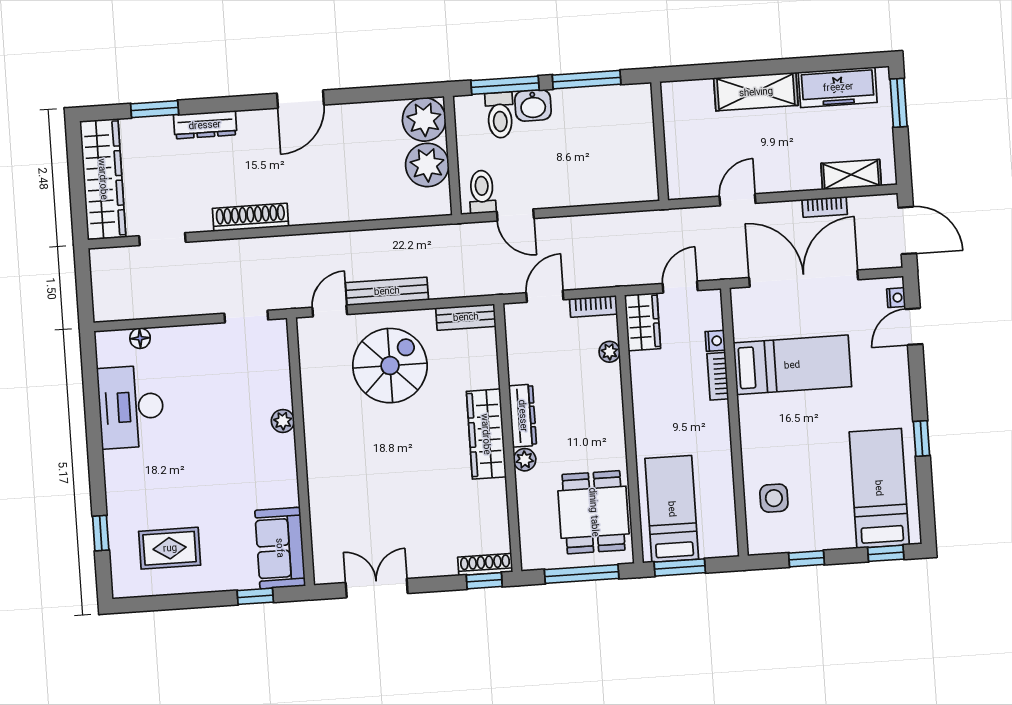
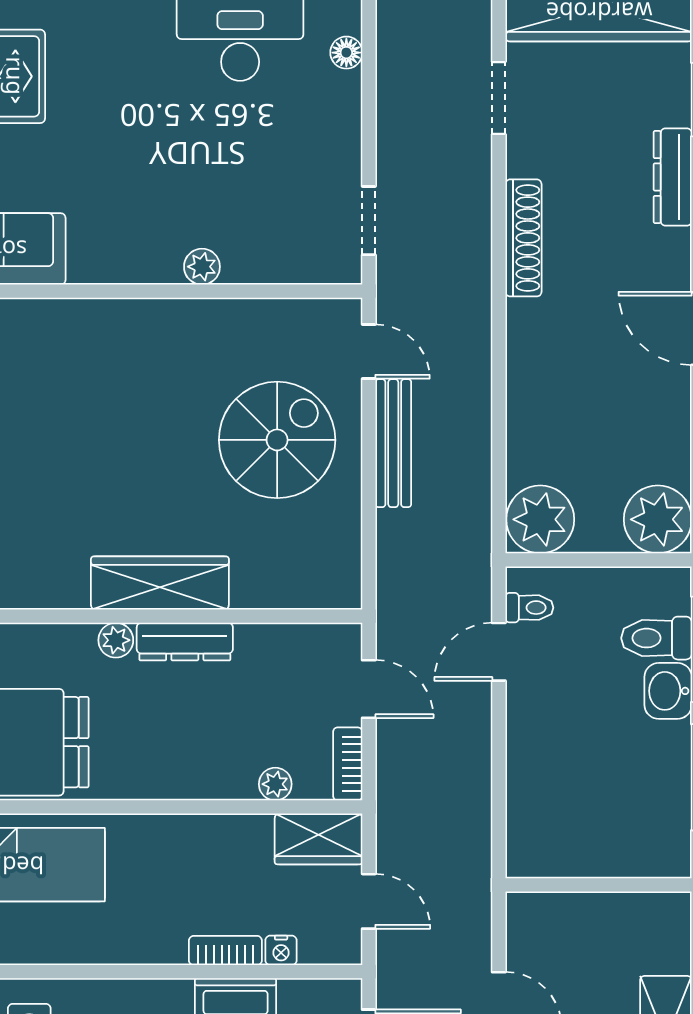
plant: (427, 165) -> (540, 519), moved
toilet: (482, 192) -> (529, 608), width x0.73, depth x0.72
bench: (466, 317) -> (345, 564), removed
spiral stairs: (390, 366) -> (277, 440), turned -90

